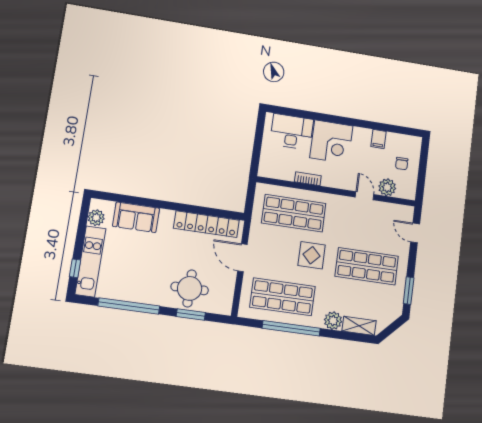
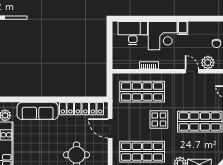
filing cabinet: (378, 139) -> (183, 28), moved
sofa: (136, 217) -> (38, 111), width x1.36

